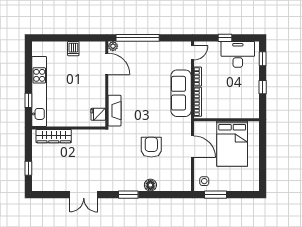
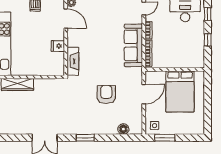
fridge: (98, 114) -> (58, 46), moved
door: (192, 147) -> (144, 94), hinge flipped
floor lamp: (150, 185) -> (123, 129), moved

